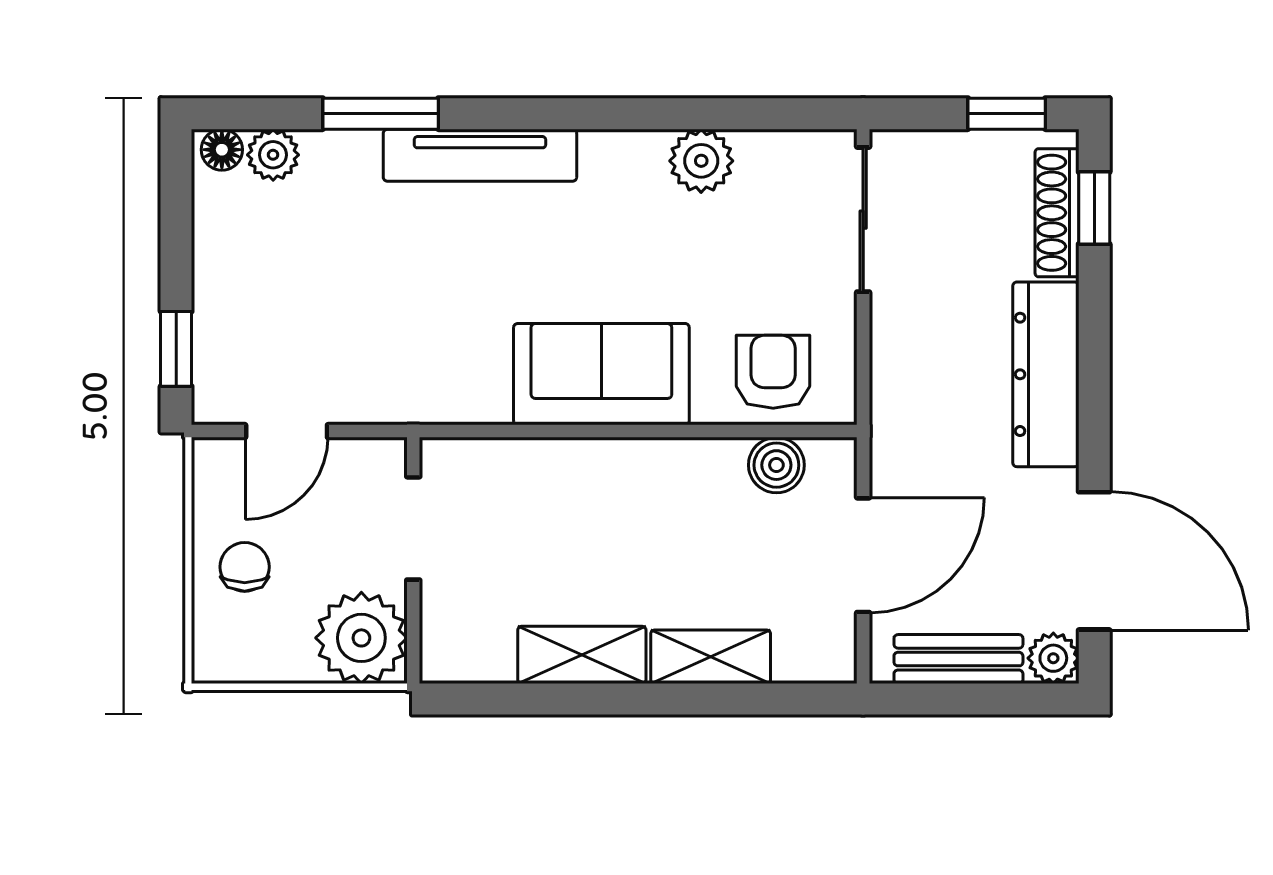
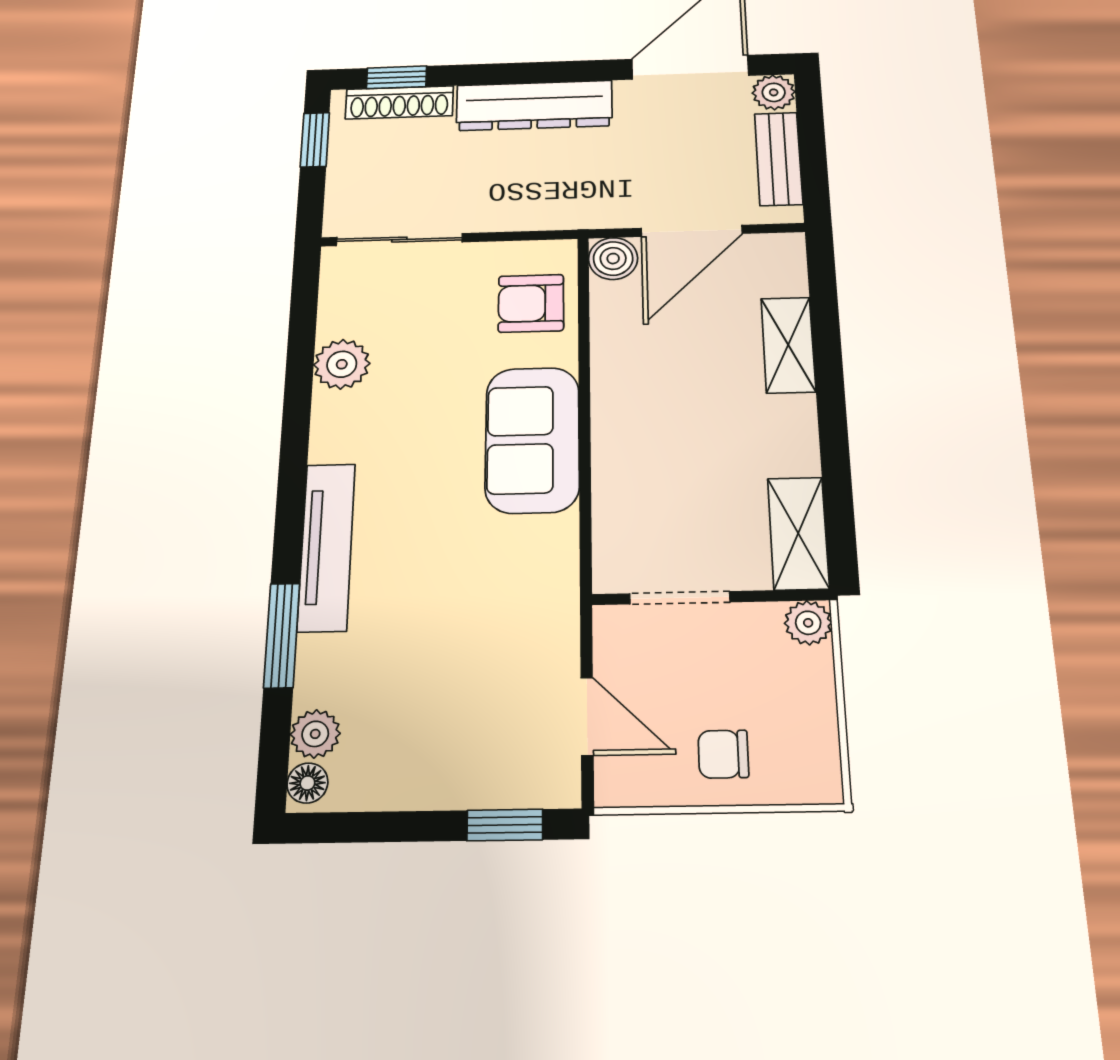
boiler: (776, 465) -> (613, 259), moved
door: (863, 555) -> (692, 231), swing flipped
plant: (361, 638) -> (808, 623), width x0.53, depth x0.53
shelving: (582, 655) -> (798, 533), moved

